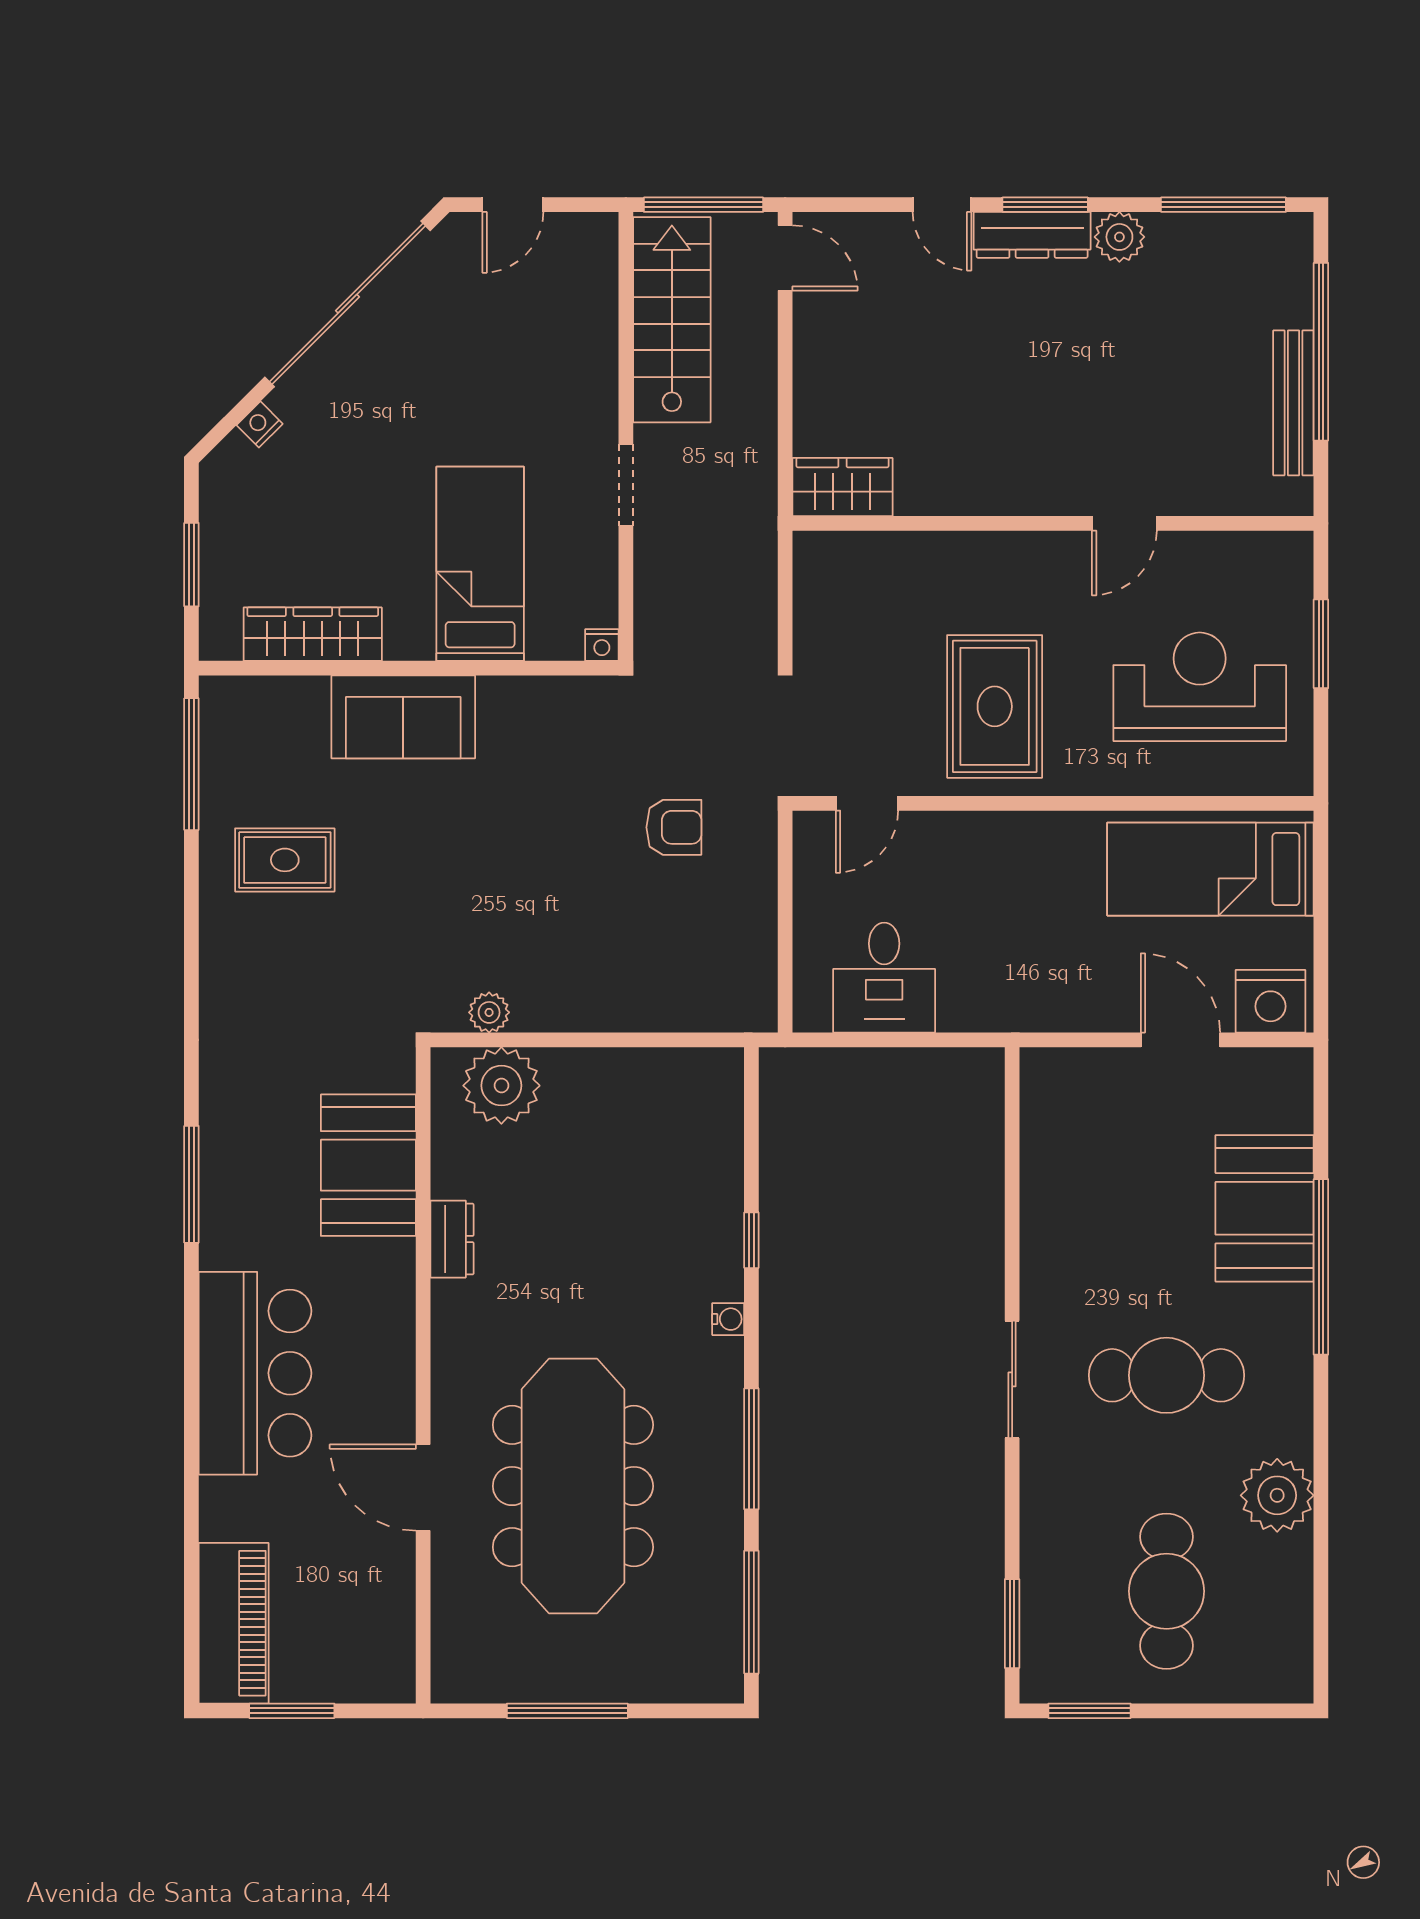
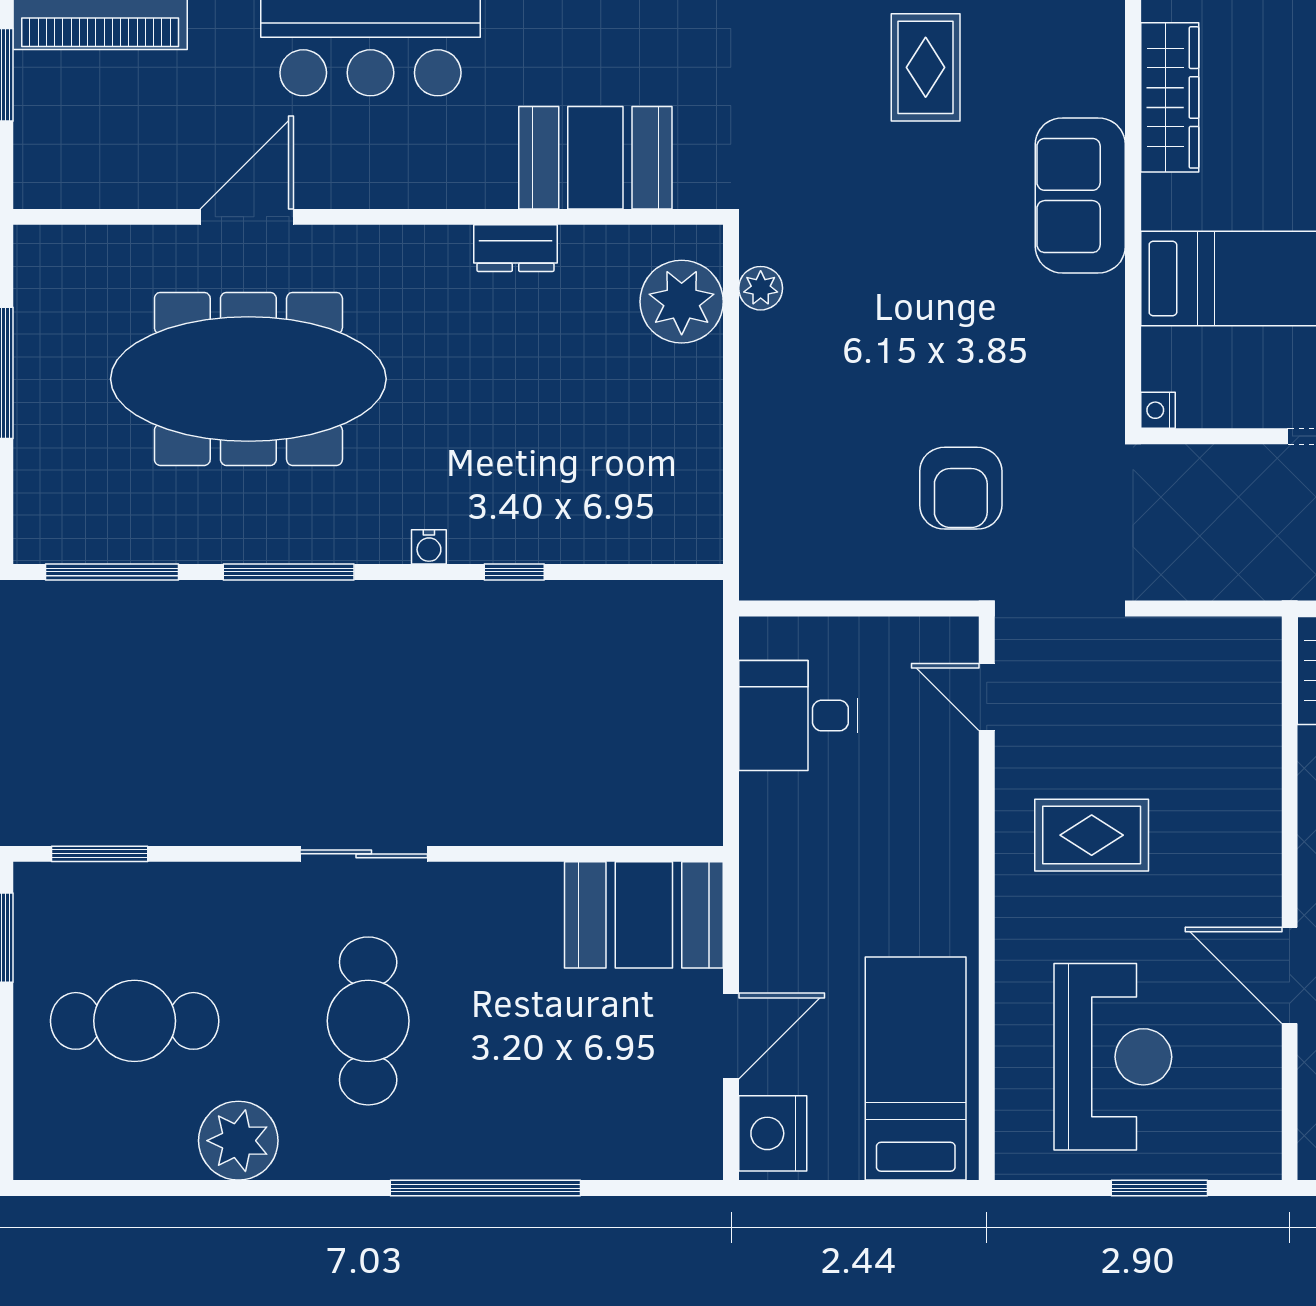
door: (1124, 523) -> (1290, 975), width x1.38
rug: (995, 706) -> (1092, 835), width x0.73, depth x0.70
armchair: (674, 827) -> (961, 488), width x1.38, depth x1.38
booth: (1265, 1208) -> (644, 915), moved

